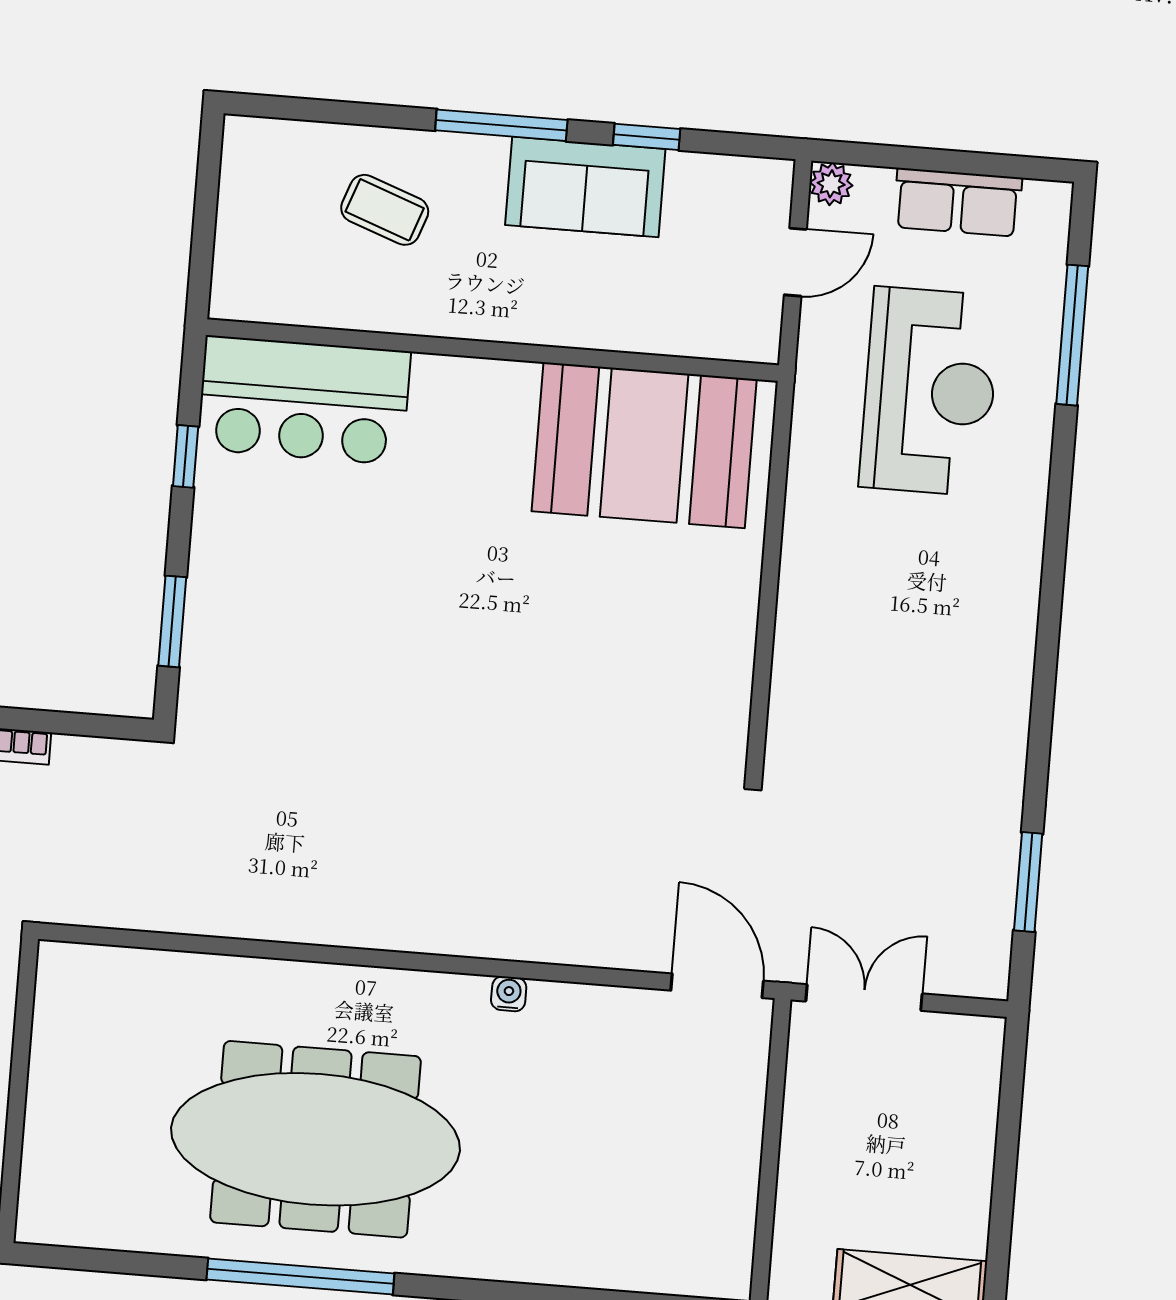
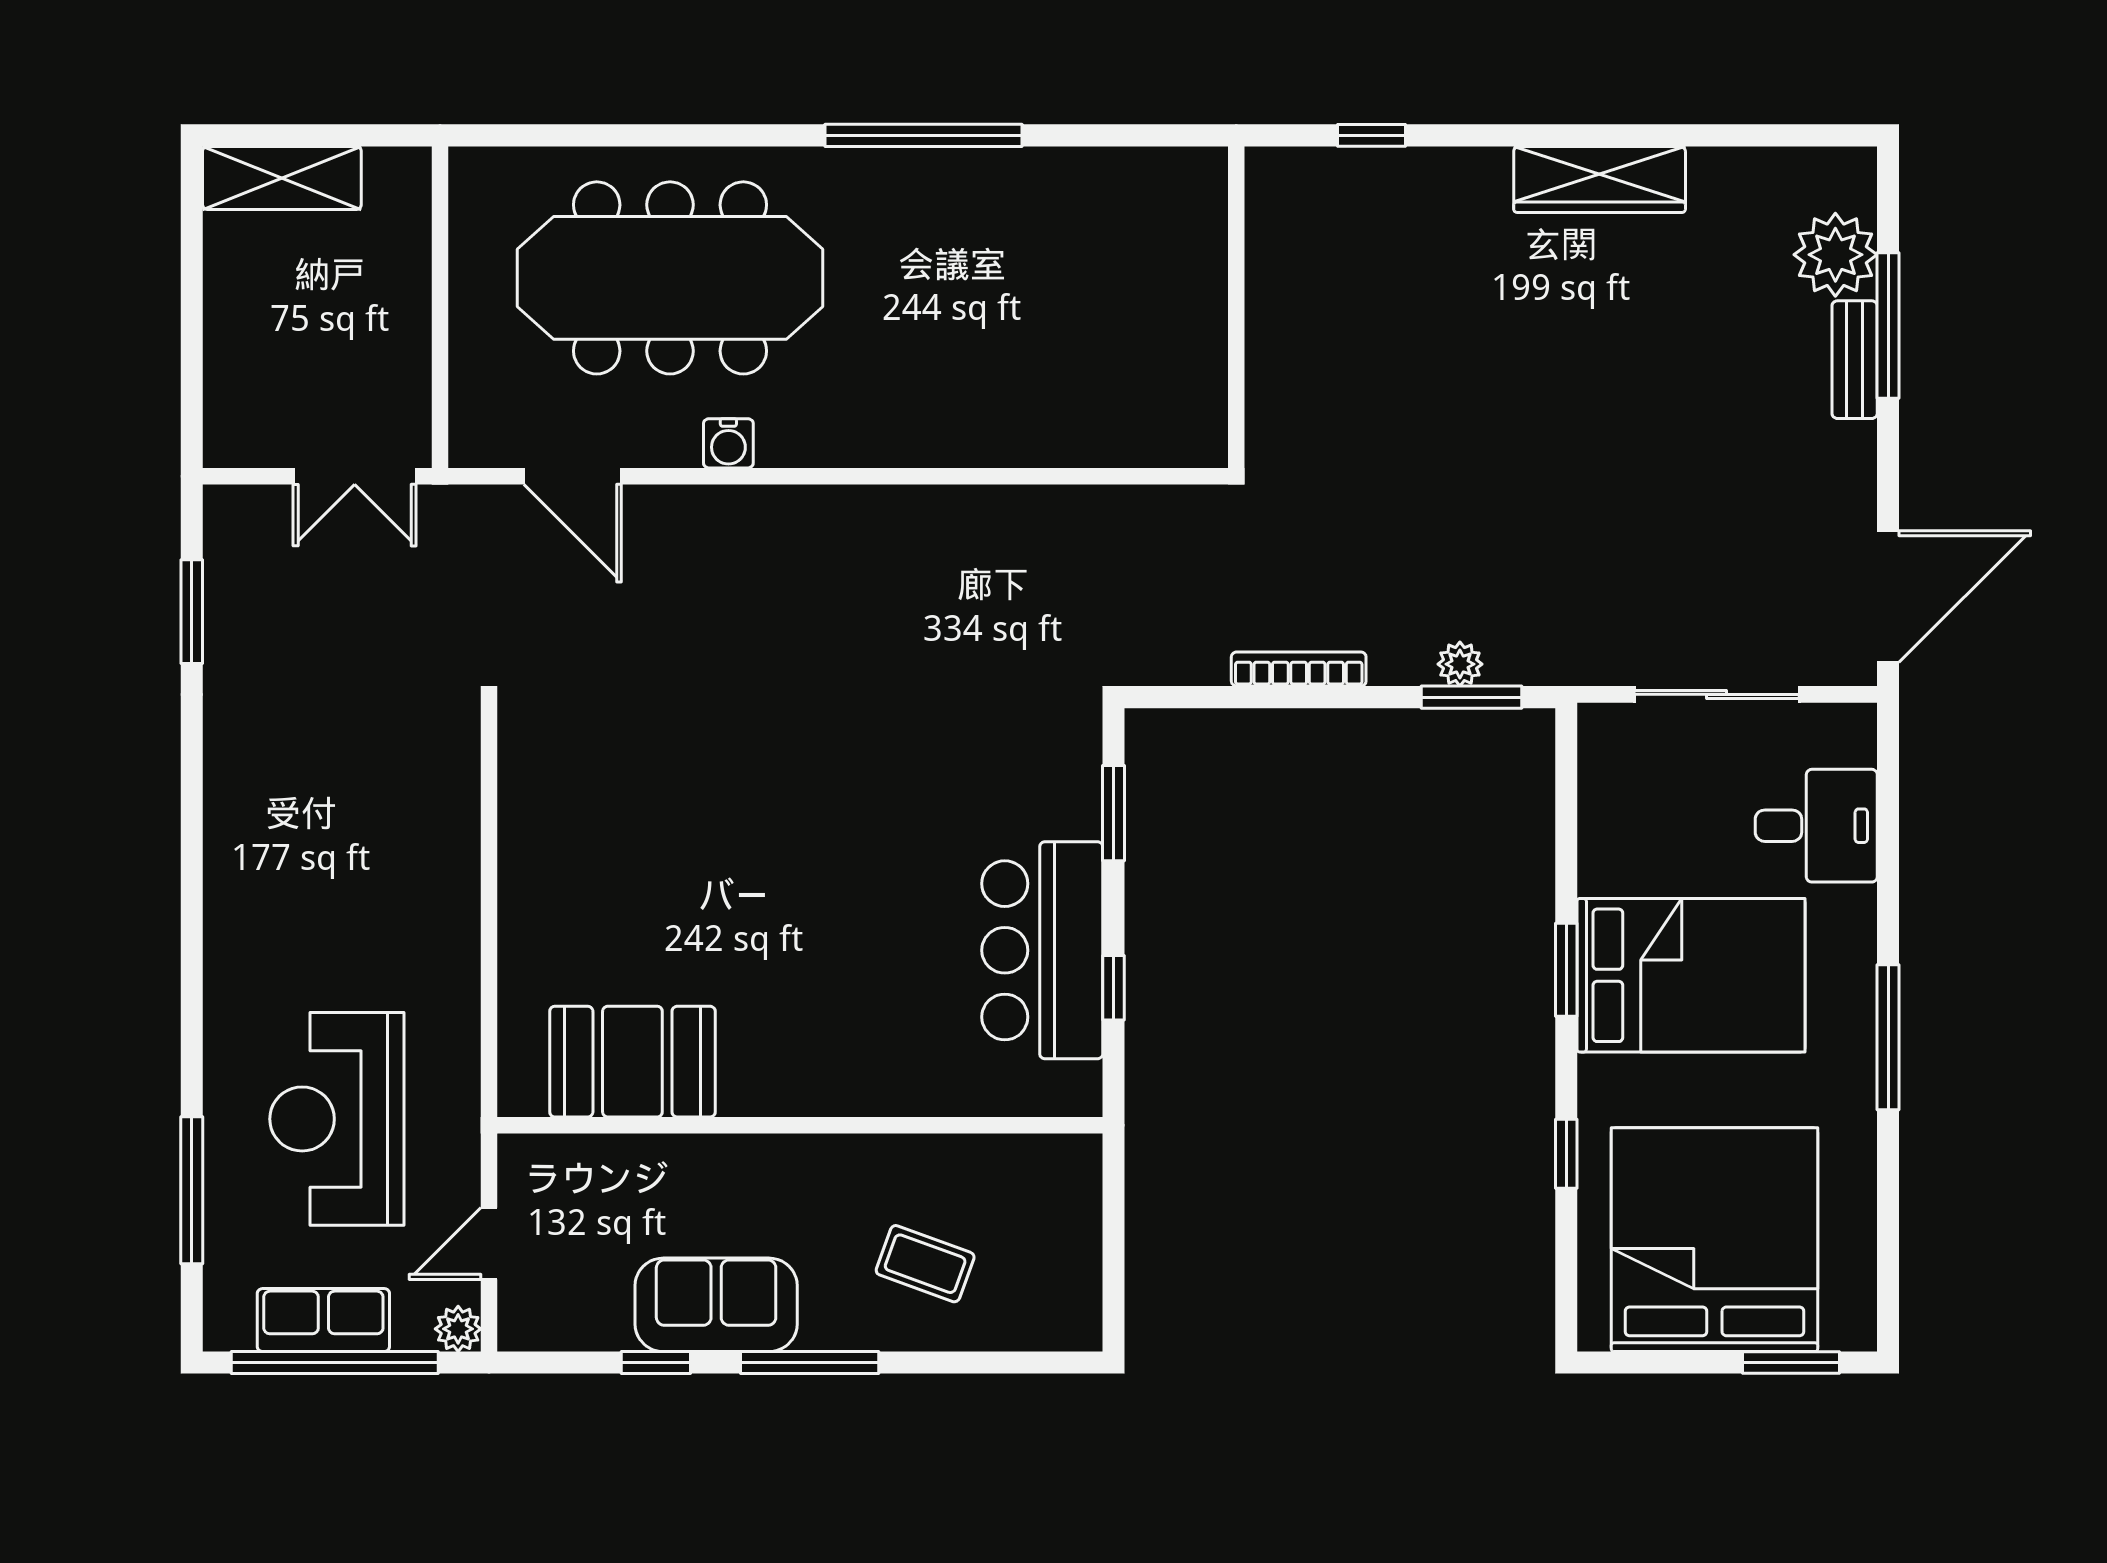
window: (950, 161) -> (335, 1363), added
bar counter: (304, 400) -> (1042, 950), moved, turned -90
booth: (644, 445) -> (632, 1062), width x0.73, depth x0.70
door: (717, 986) -> (573, 476), moved
water cooler: (509, 994) -> (728, 443), width x1.38, depth x1.38
meeting table: (315, 1139) -> (670, 278), moved

